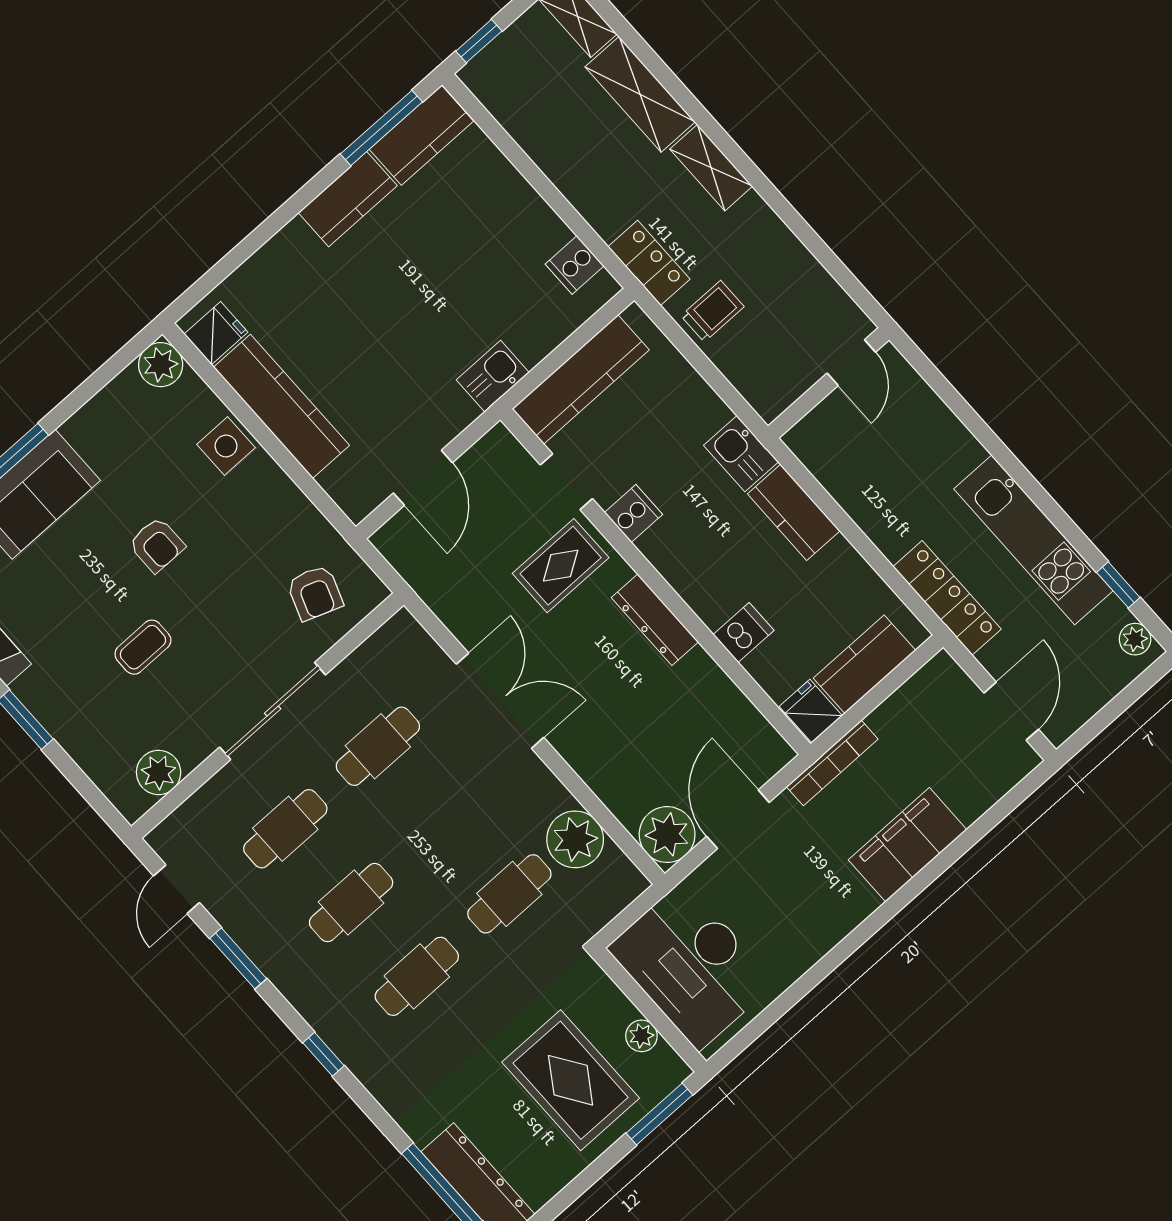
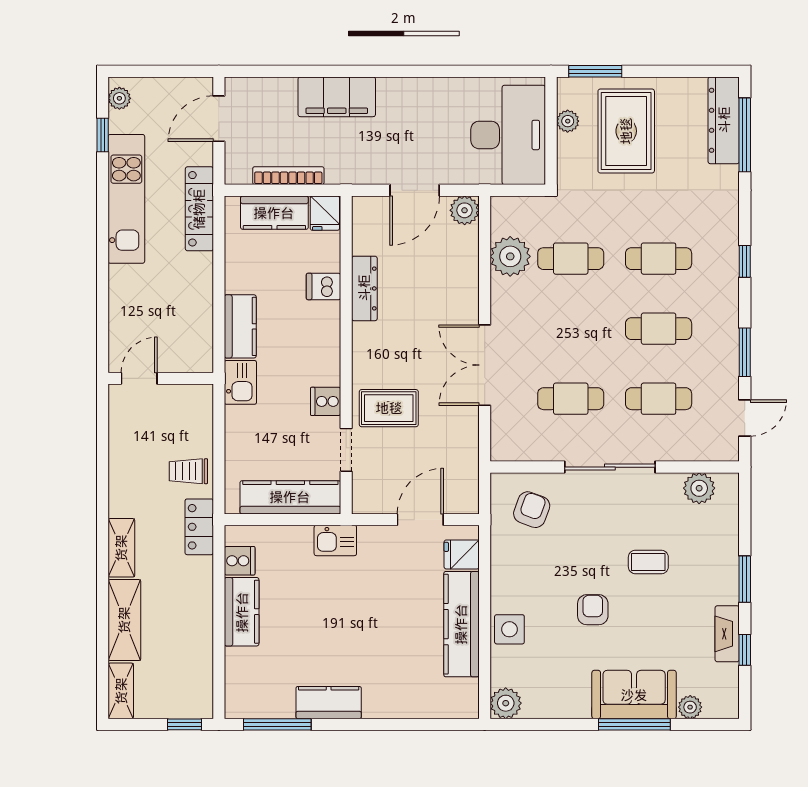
kitchen counter: (421, 135) -> (242, 612), moved, turned 90
fridge: (216, 333) -> (462, 554), moved
dresser: (655, 620) -> (364, 288), moved
bookcase: (832, 763) -> (288, 176), moved
plant: (667, 835) -> (465, 210), width x0.73, depth x0.73

